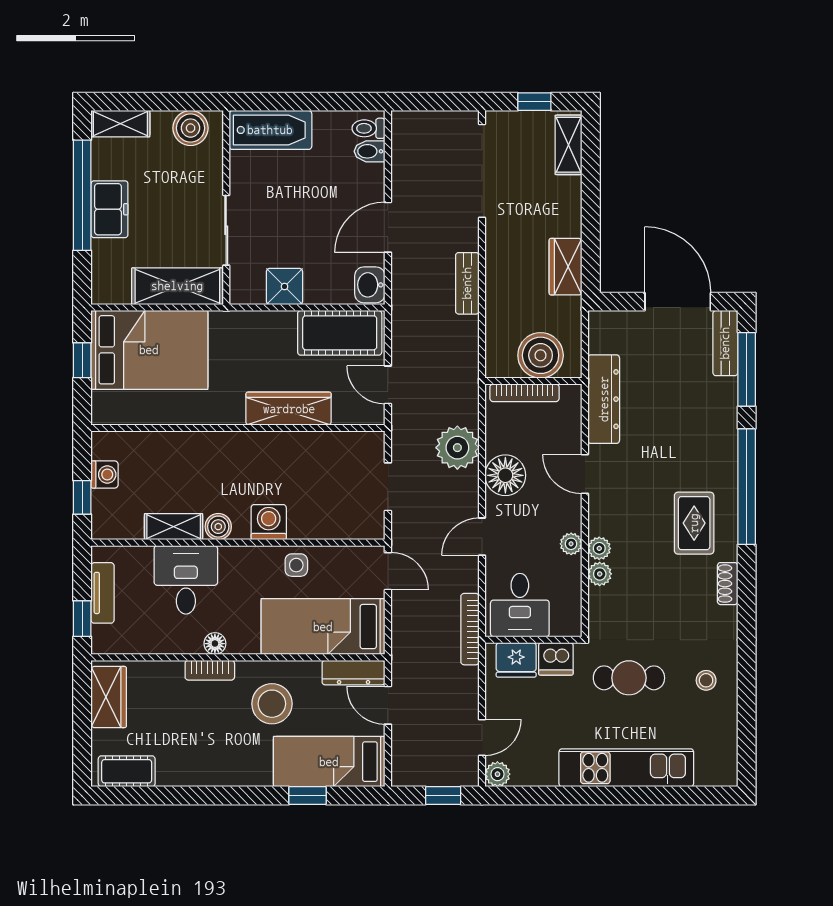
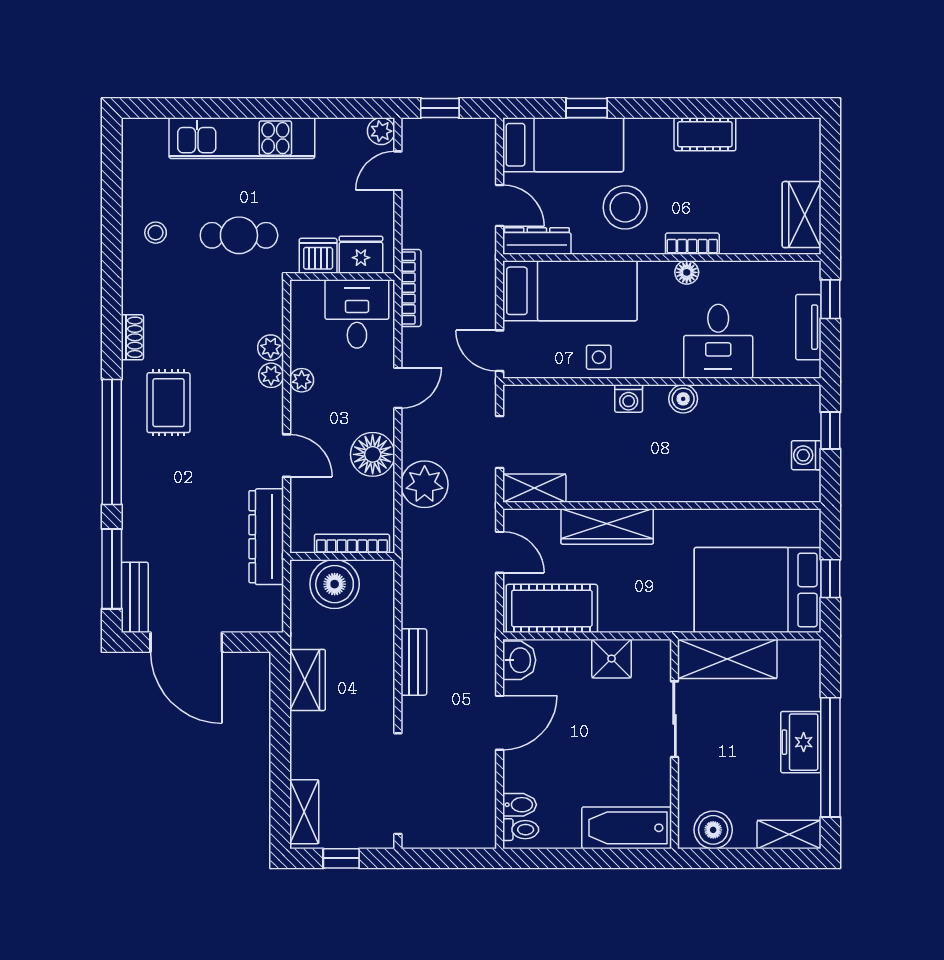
washing machine: (269, 522) -> (629, 398), width x0.73, depth x0.73
shelving: (174, 527) -> (534, 488), moved
cot: (127, 771) -> (705, 134), moved

